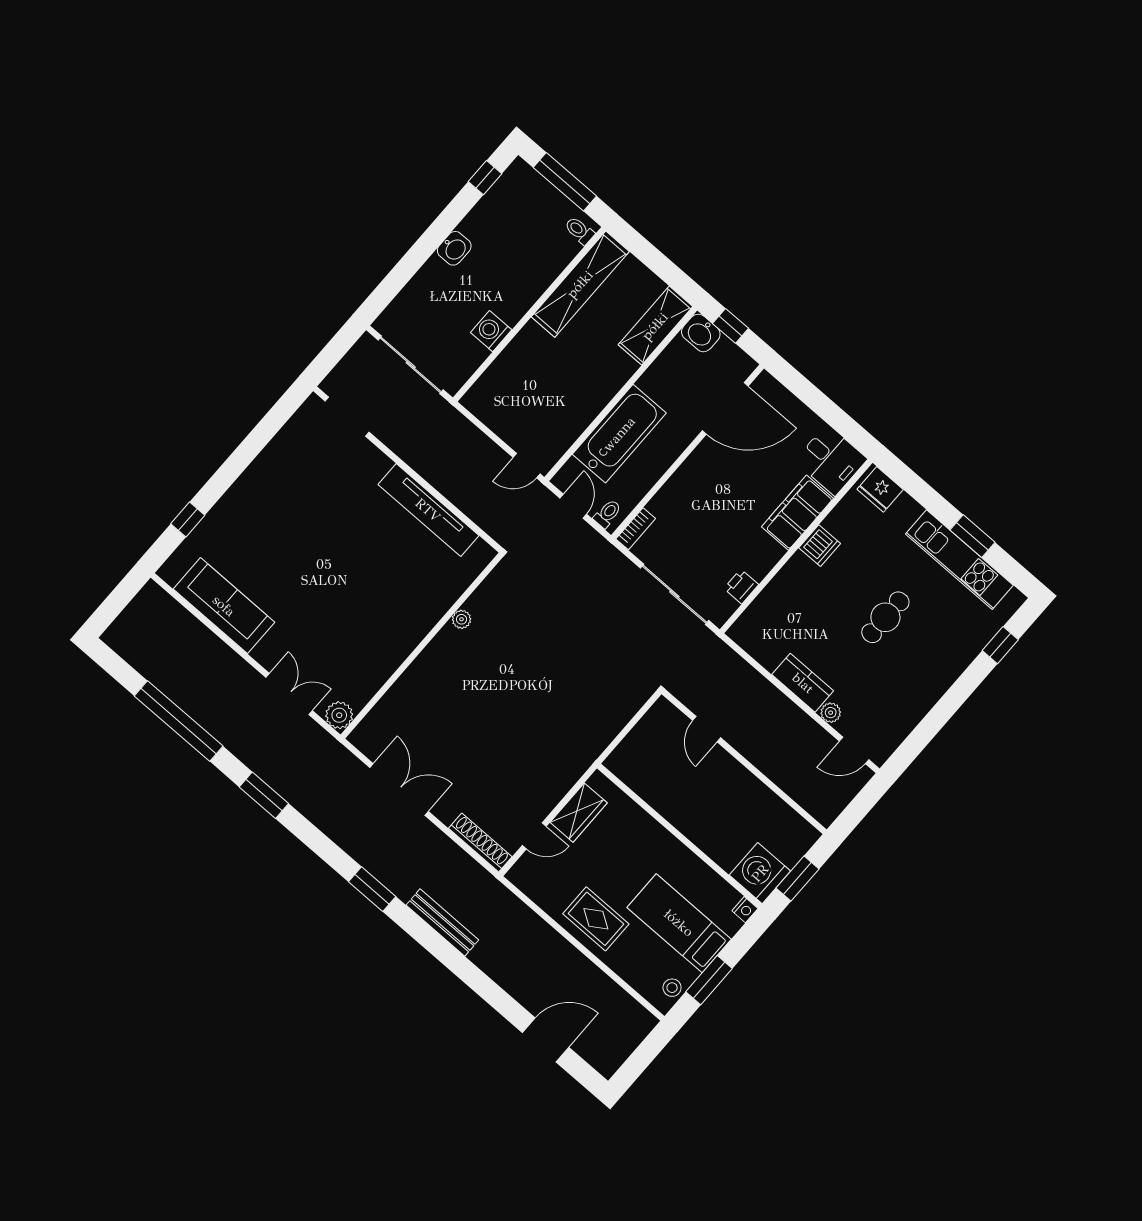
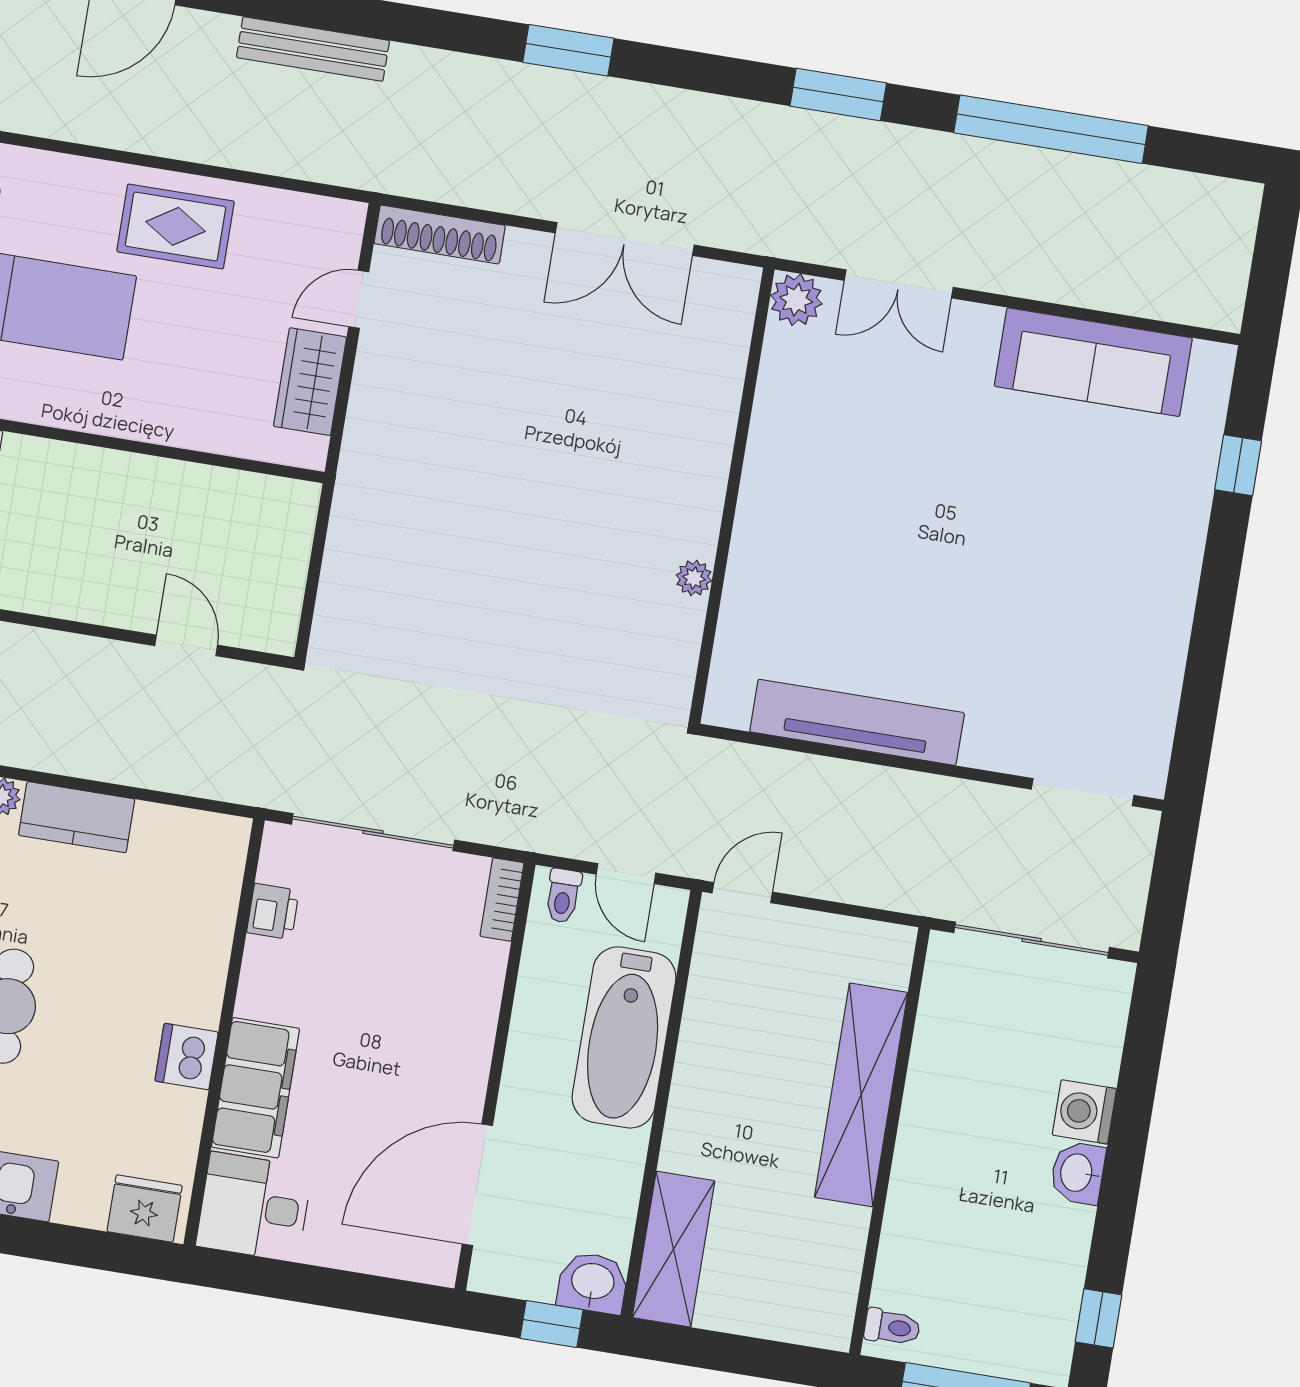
shelving: (580, 284) -> (861, 1095), moved
washing machine: (491, 331) -> (1084, 1112), moved, turned 180
bench: (442, 922) -> (313, 49), moved

